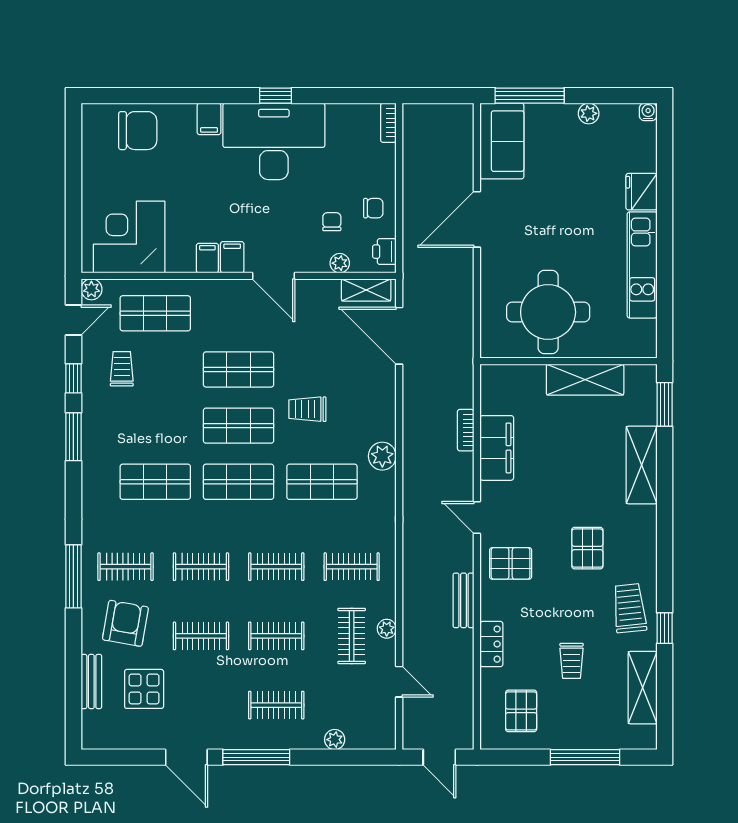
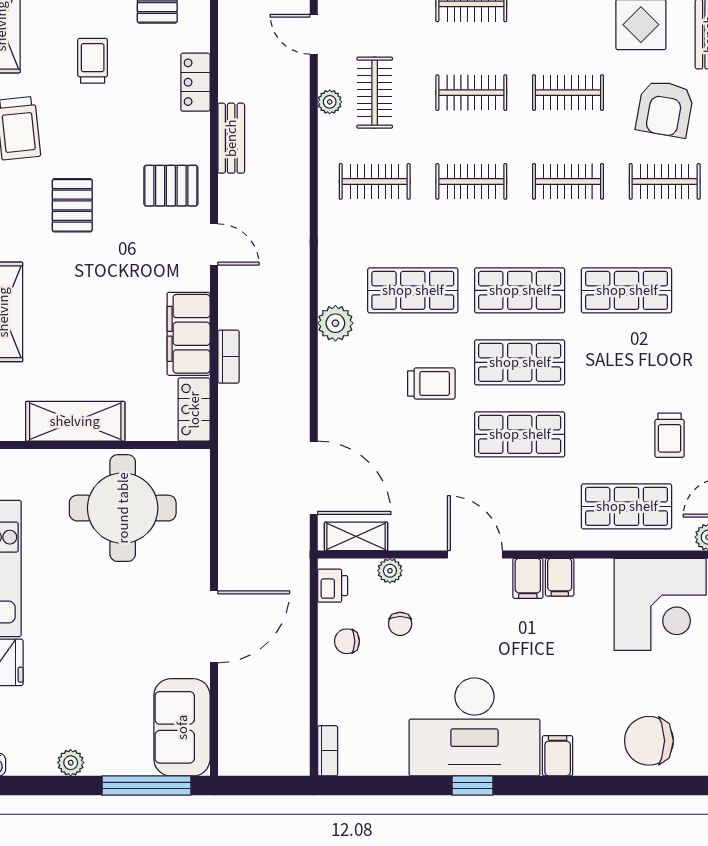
locker: (492, 389) -> (194, 410), added

